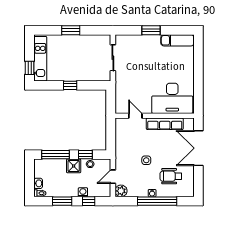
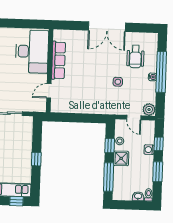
desk: (172, 98) -> (32, 51), moved
door: (135, 116) -> (49, 91), moved
wall: (155, 116) -> (50, 71), moved
row of seats: (165, 124) -> (59, 60), moved

